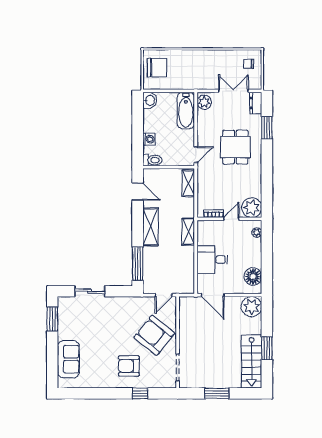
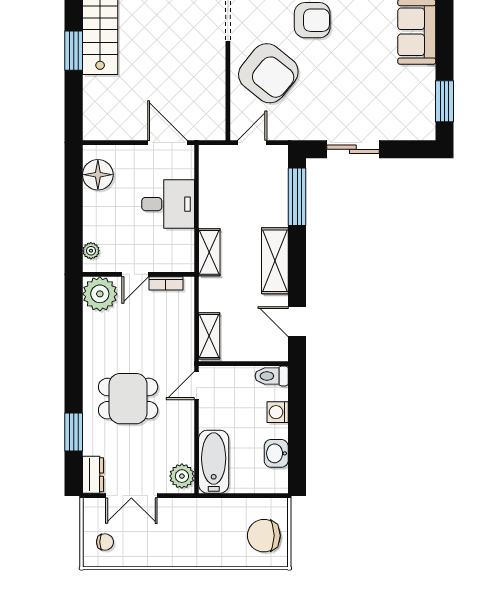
washbasin: (150, 100) -> (276, 453), moved
dining table: (235, 147) -> (128, 399), turned 90
sliding door: (90, 291) -> (353, 149), moved
plant: (252, 307) -> (100, 123), removed

